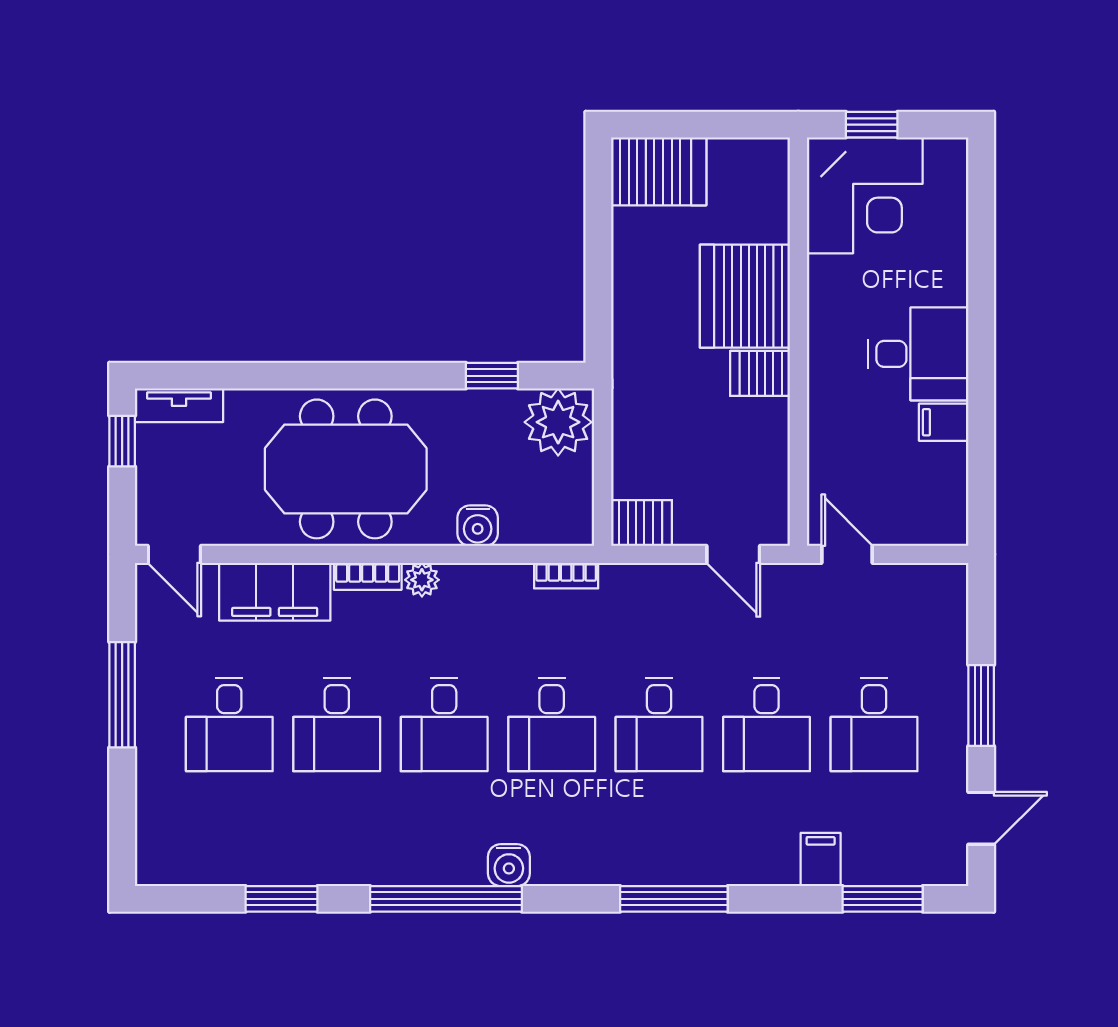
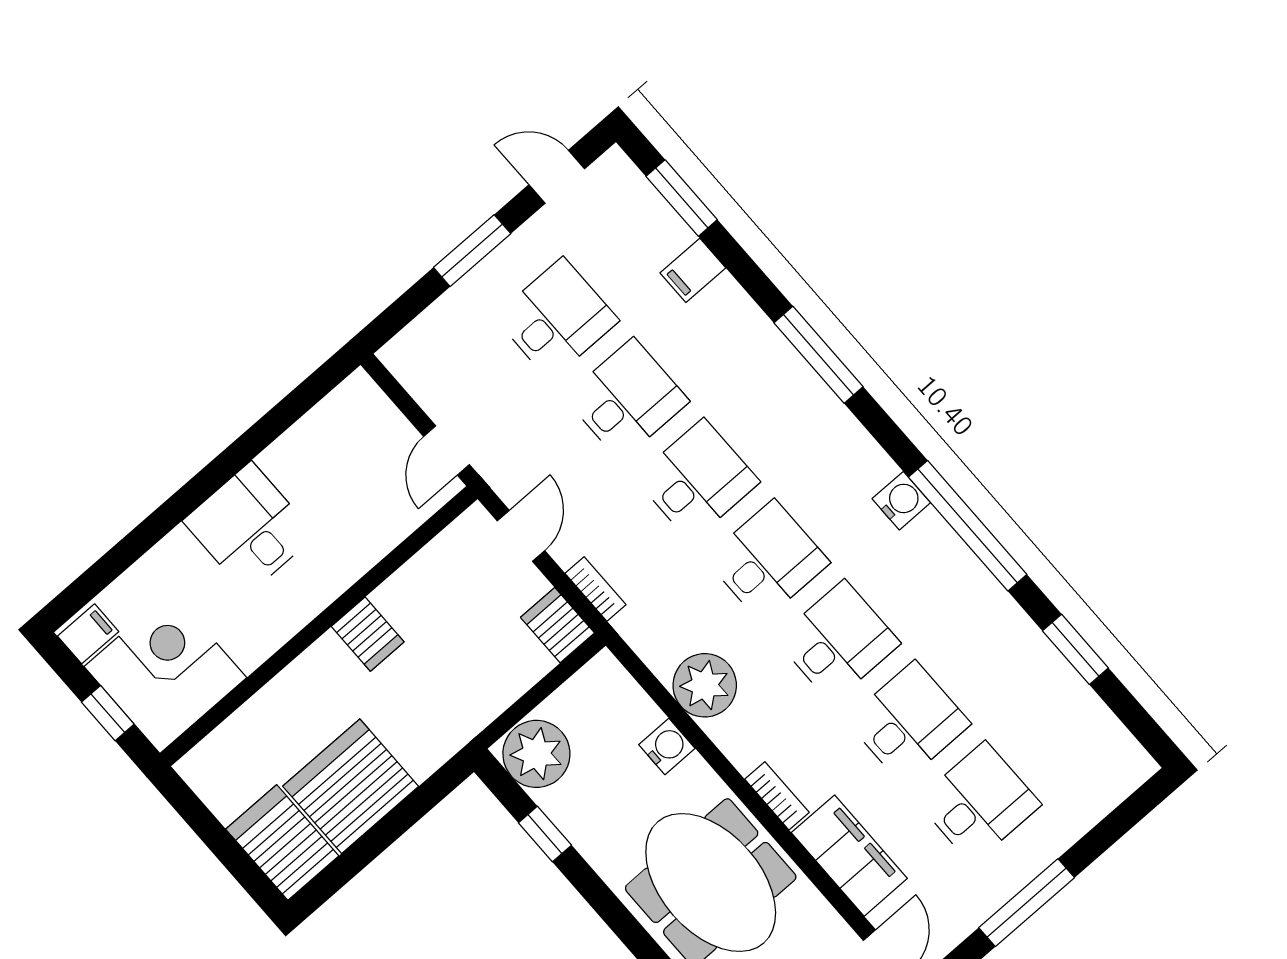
server rack: (745, 296) -> (351, 786), moved, turned 180
filing cabinet: (944, 422) -> (88, 634), moved, turned -90
bookcase: (566, 576) -> (596, 589), moved
plant: (422, 580) -> (705, 685), moved, width x1.87, depth x1.87

